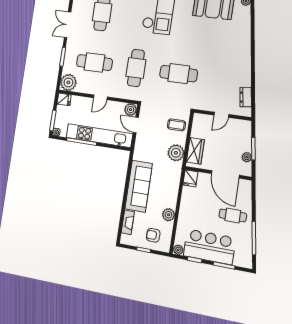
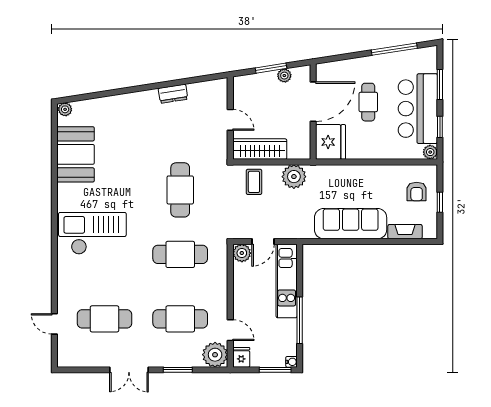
cafe table: (94, 63) -> (180, 319), turned 90
door: (100, 97) -> (230, 330), moved
dresser: (246, 97) -> (173, 94), moved
kitchen unit: (99, 136) -> (287, 281), width x0.73
wardrobe: (195, 151) -> (260, 149), moved, width x1.50
fridge: (190, 178) -> (330, 142), width x1.88, depth x1.34
plant: (169, 215) -> (384, 174), removed
cafe table: (233, 215) -> (368, 102), moved

